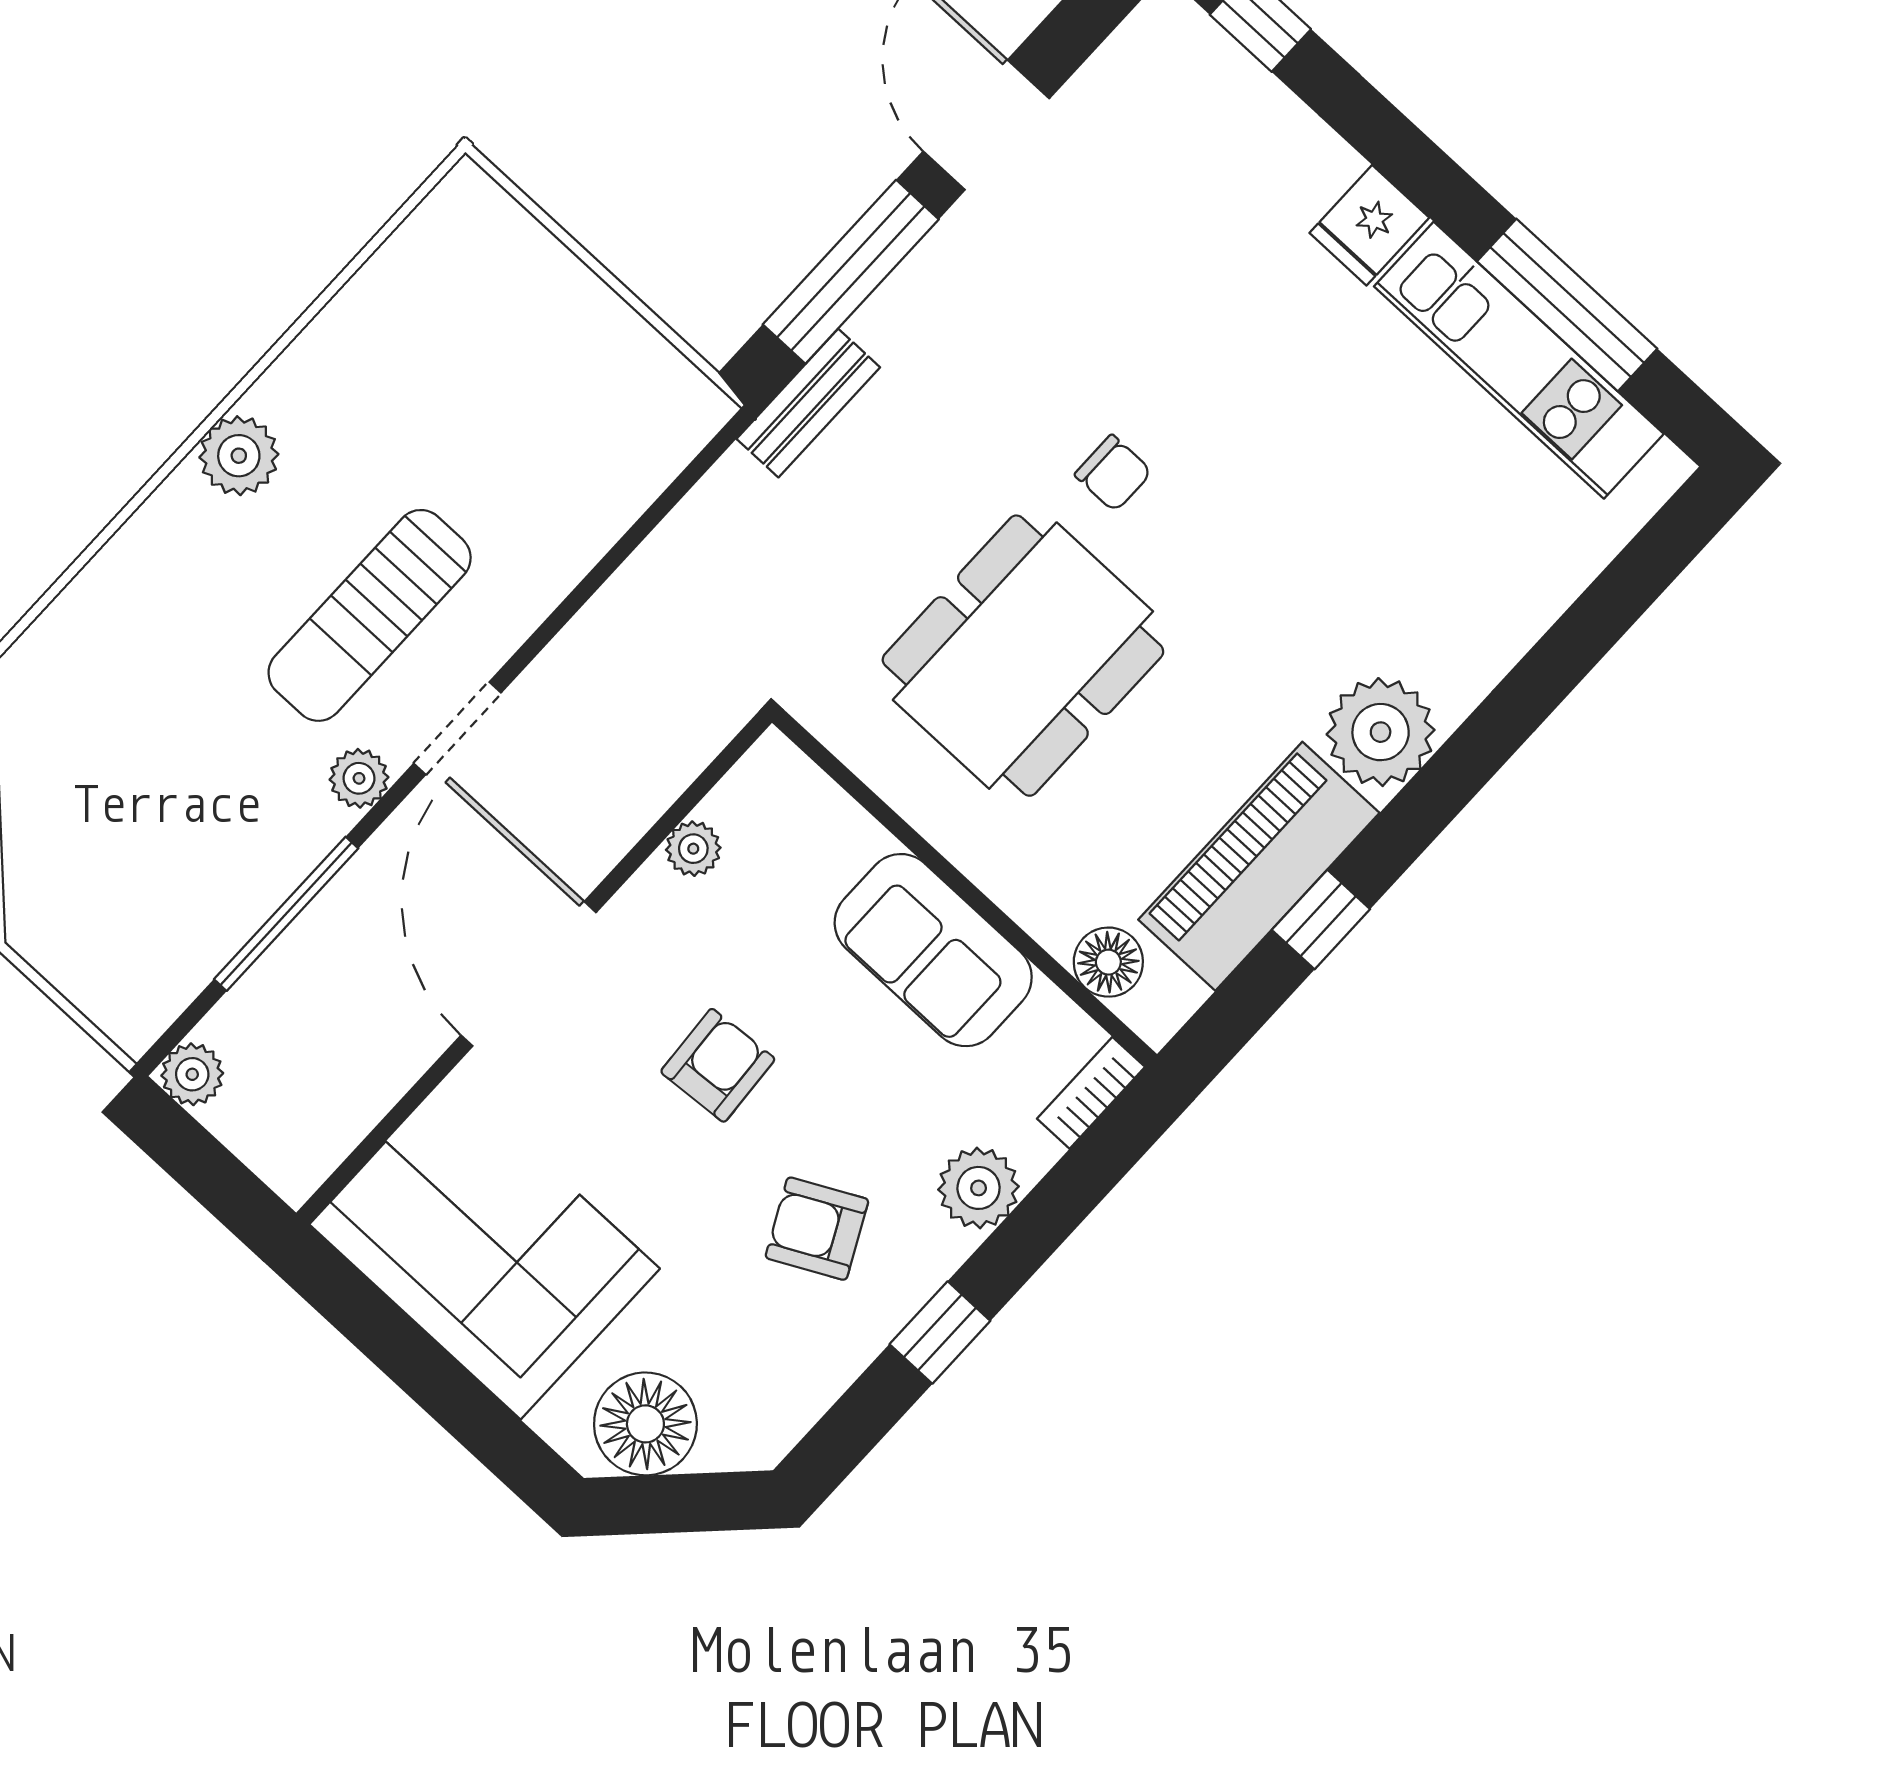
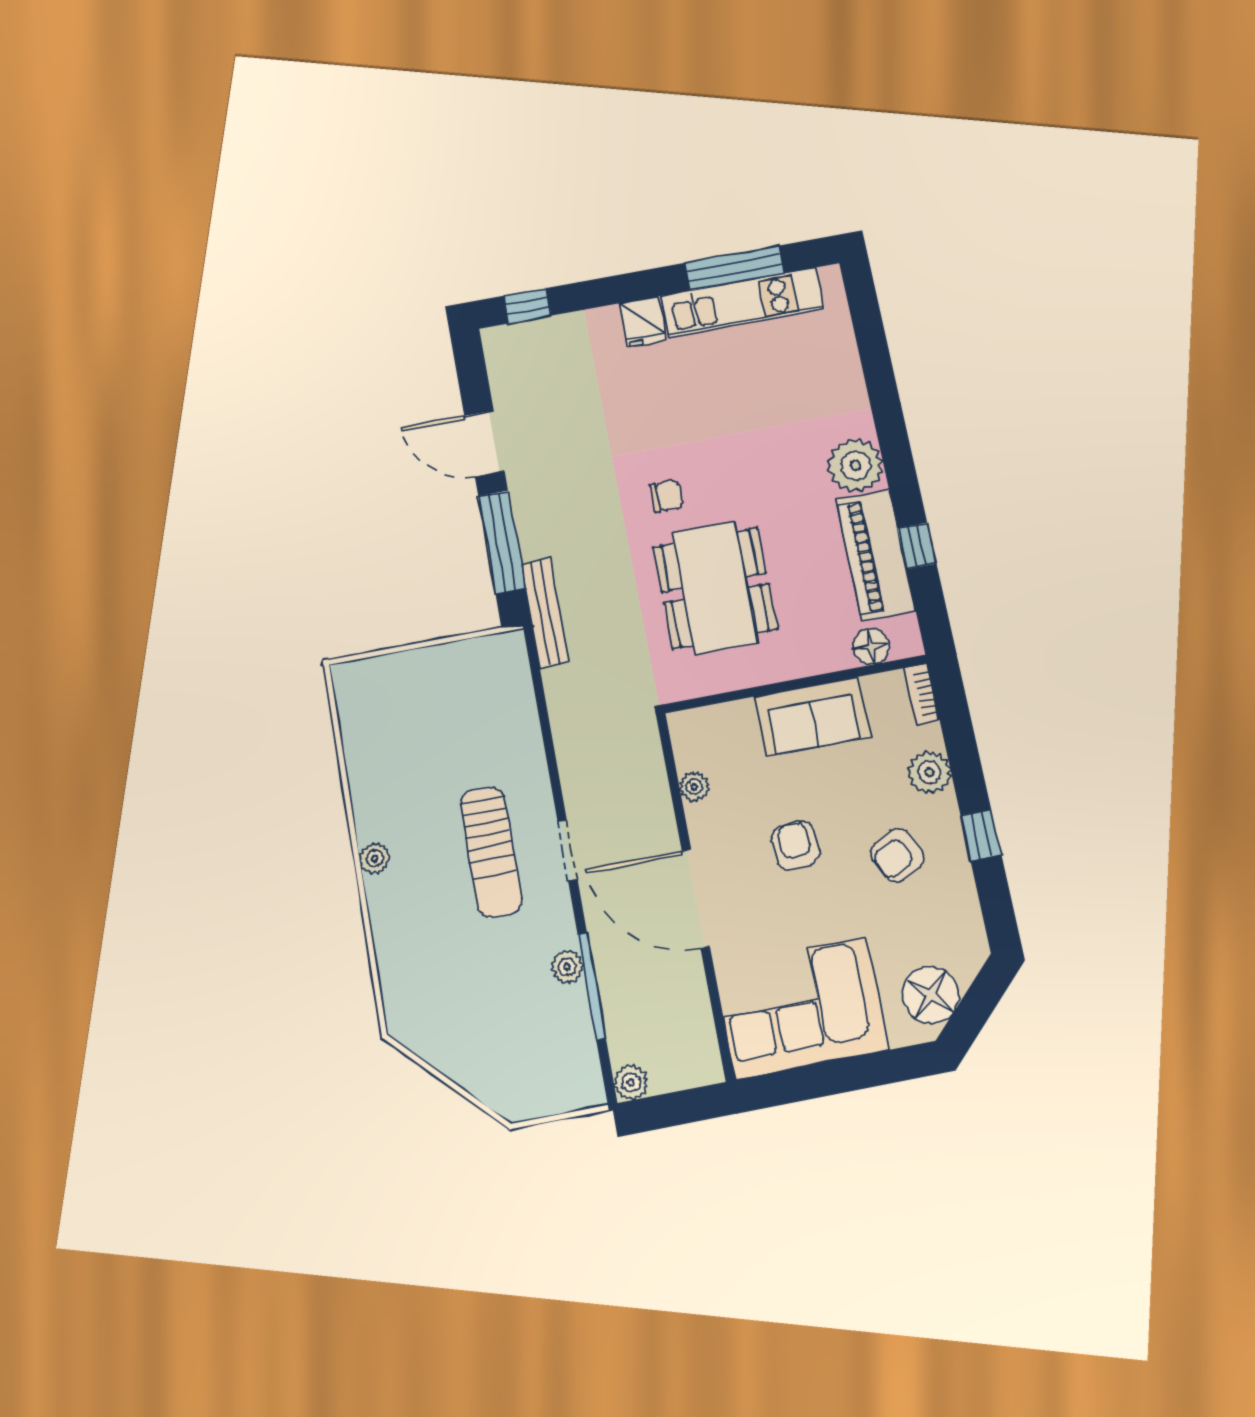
bench: (808, 403) -> (545, 613), width x1.36
plant: (239, 456) -> (375, 858), width x0.73, depth x0.73
plant: (359, 778) -> (567, 967), moved

